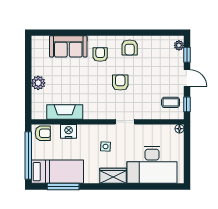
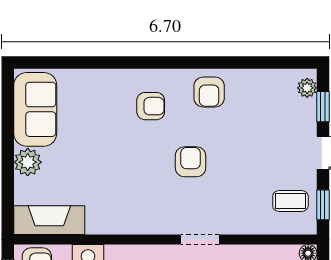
sofa: (68, 46) -> (35, 109), moved, turned -90
armchair: (100, 55) -> (151, 106), turned 90
fireplace: (65, 112) -> (49, 220), moved

